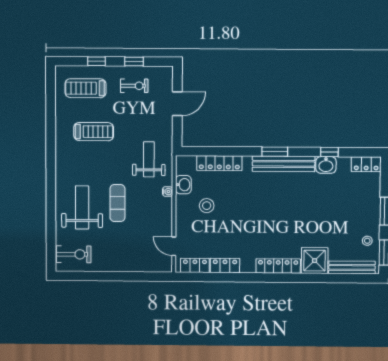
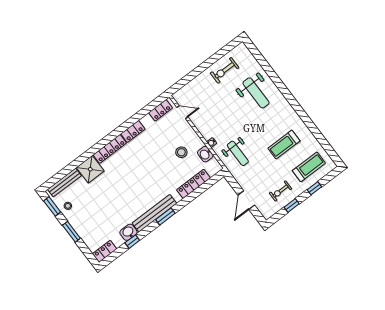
exercise mat: (117, 203) -> (237, 112), removed
exercise bike: (74, 254) -> (225, 70), moved
locker: (225, 266) -> (133, 131), moved

